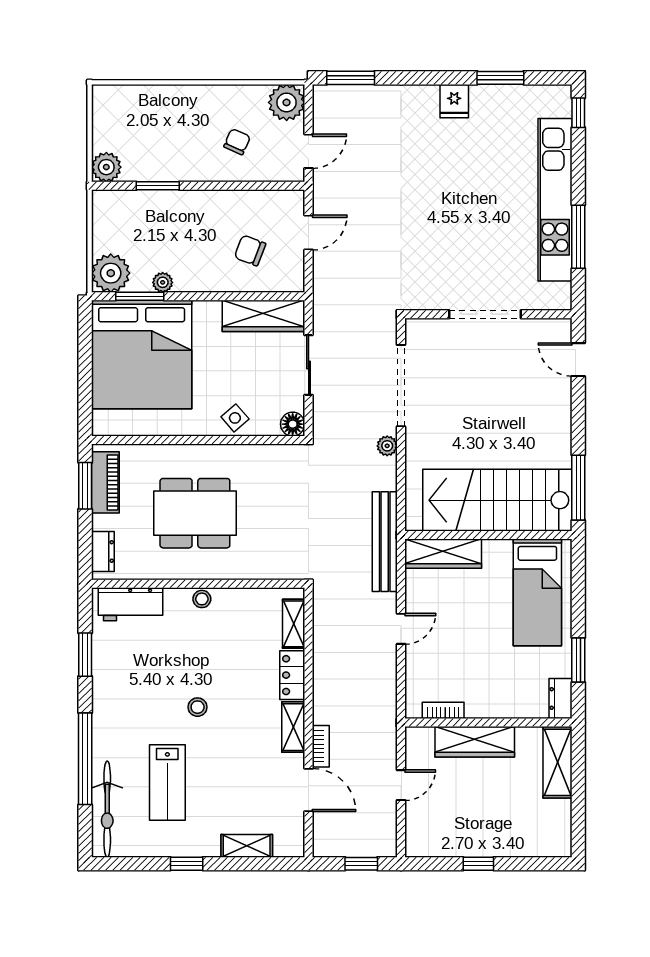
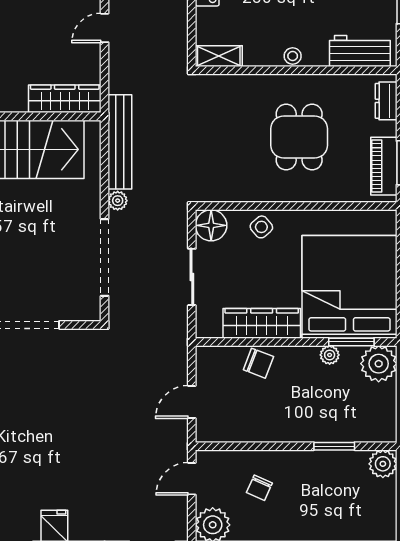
chair: (250, 250) -> (258, 363), moved
wardrobe: (263, 316) -> (262, 323), moved
floor lamp: (293, 424) -> (211, 225), width x1.38, depth x1.38
dining table: (195, 513) -> (299, 137), width x0.73
bench: (385, 542) -> (120, 142), moved
shelving: (294, 624) -> (219, 56), moved, turned 90

